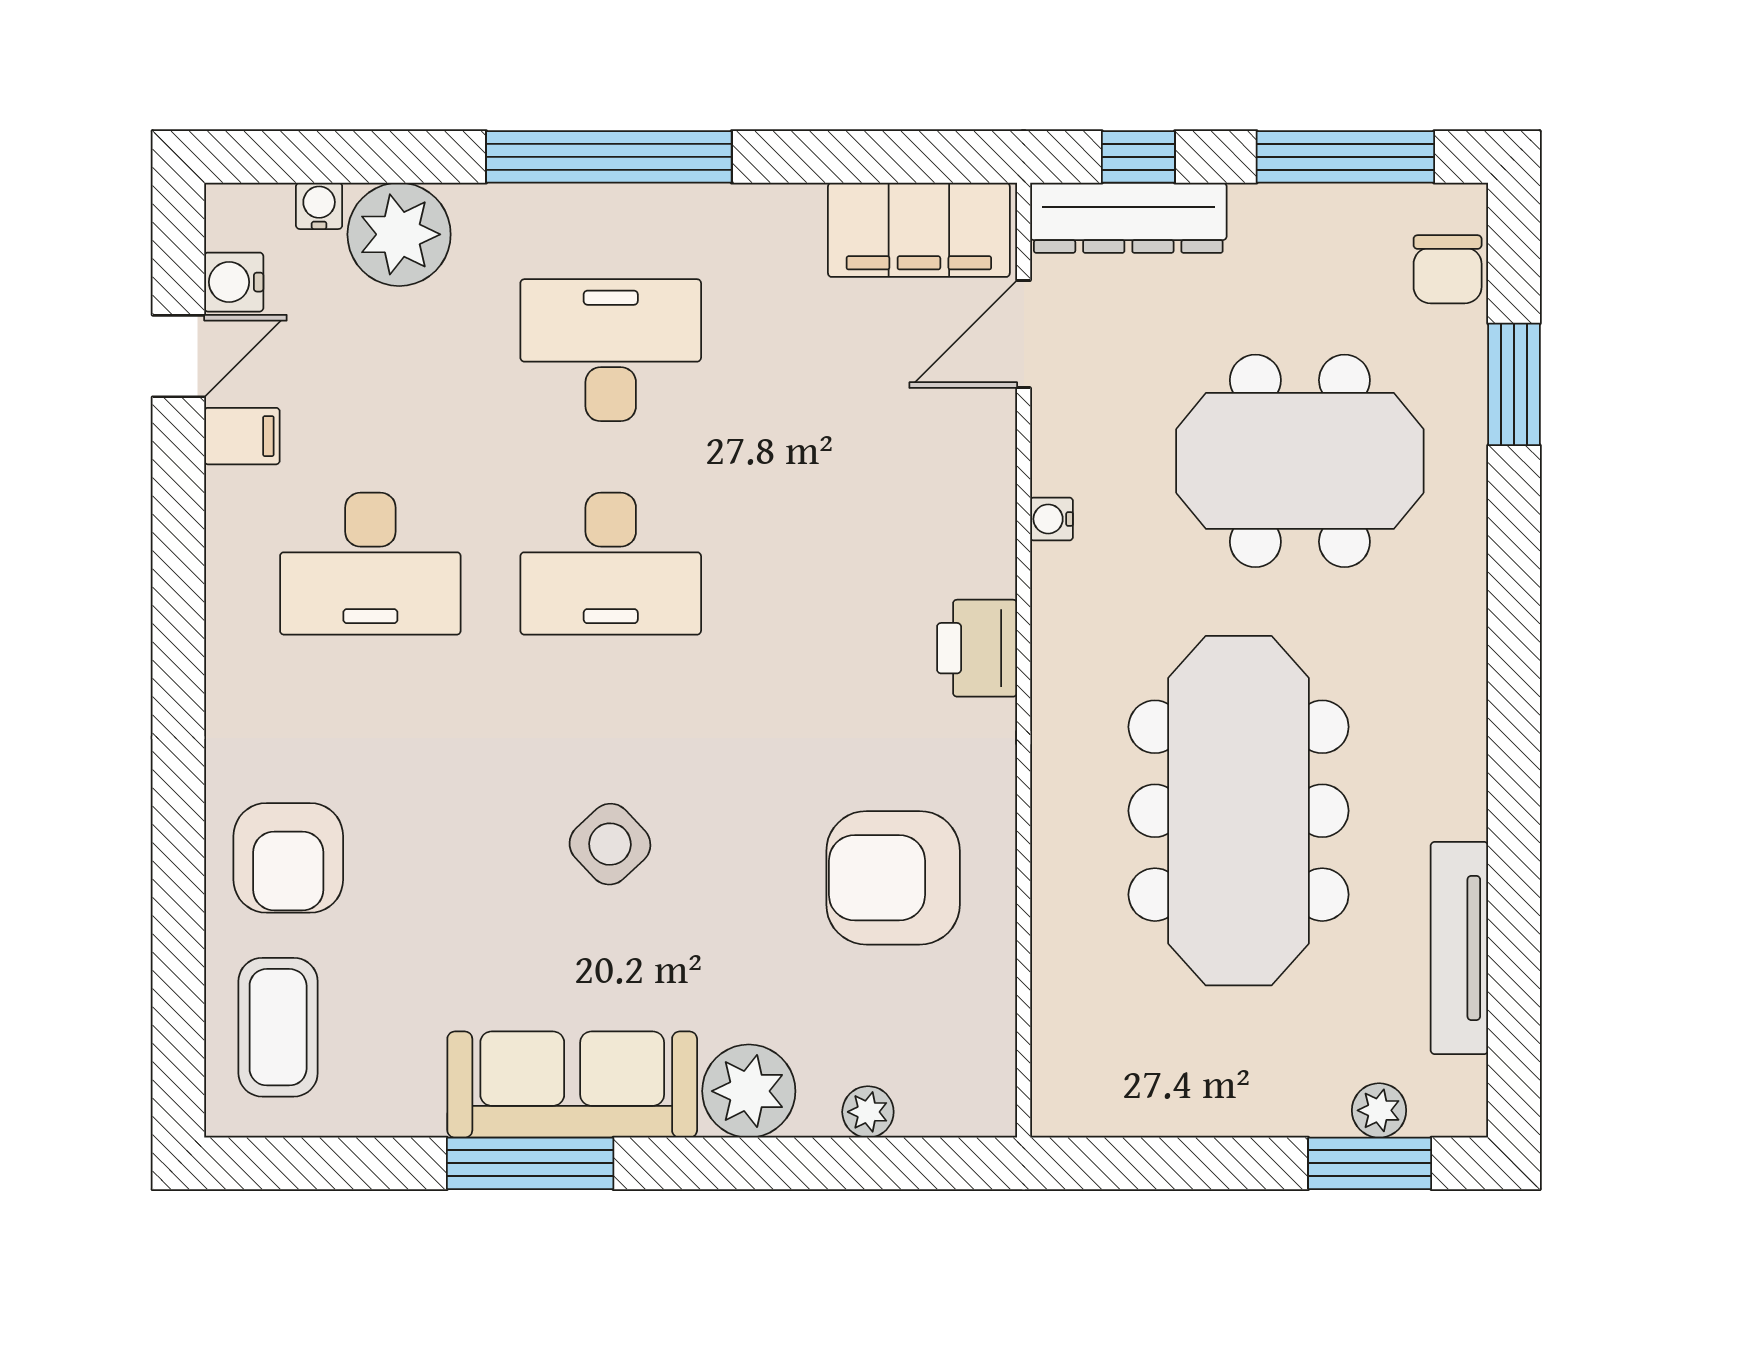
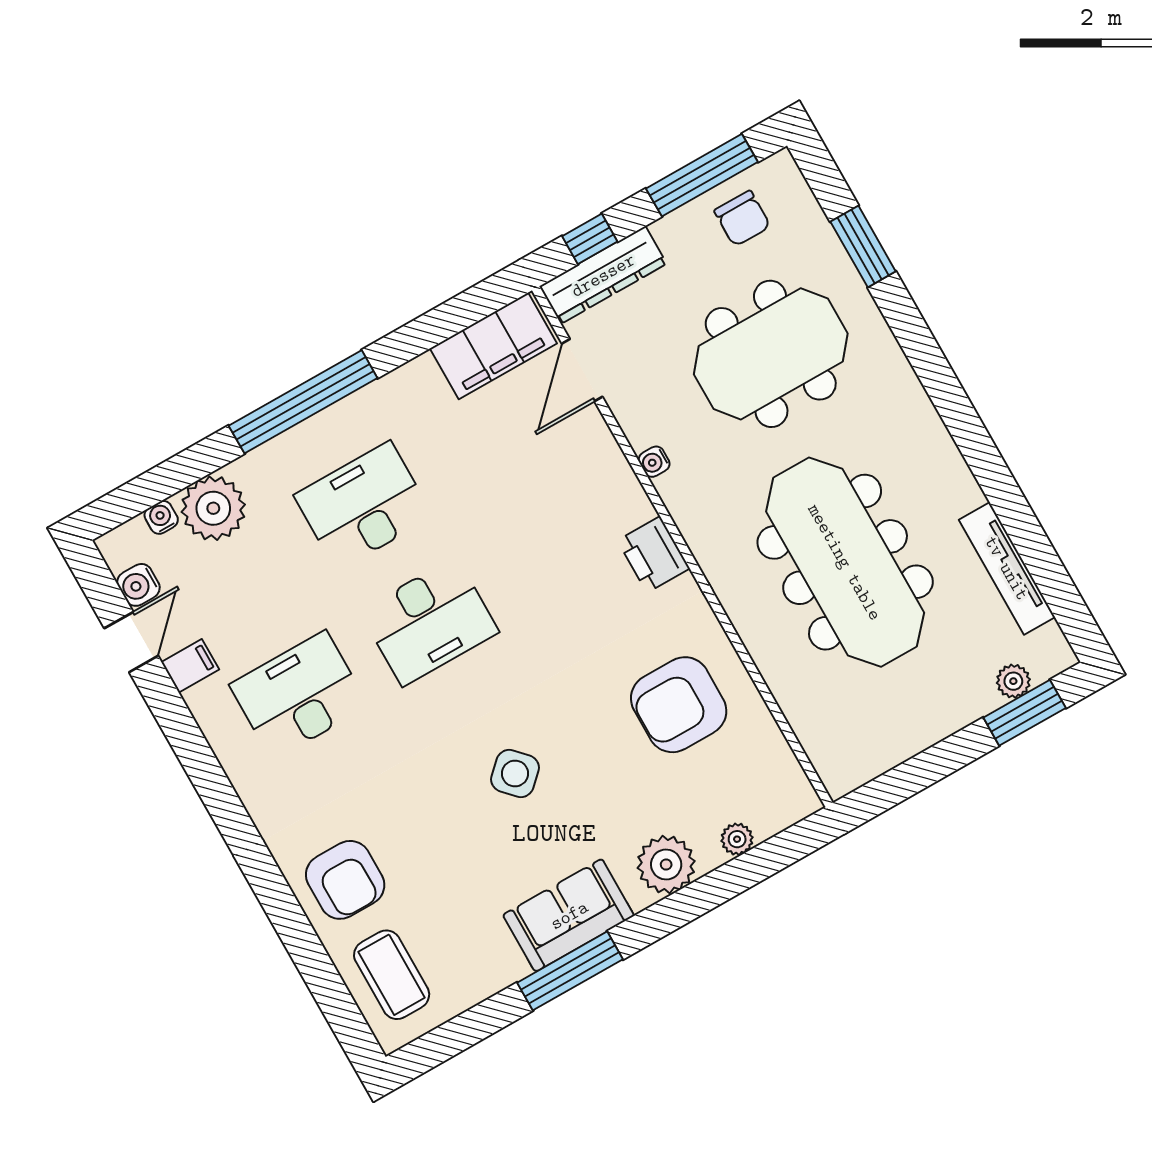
chair: (1448, 269) -> (742, 218), moved
desk: (370, 564) -> (299, 695), turned 180
sofa: (572, 1085) -> (569, 915), width x0.73

